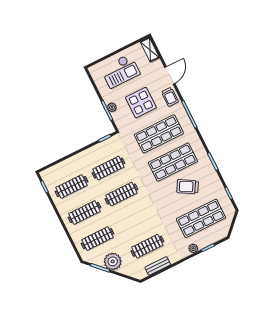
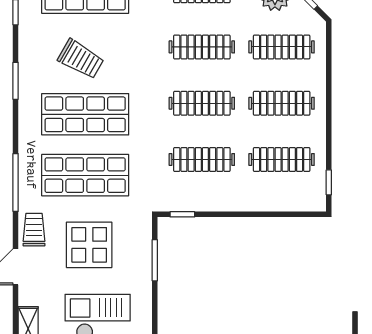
plant: (112, 107) -> (143, 262), removed
clothes rail: (134, 220) -> (202, 47), added

